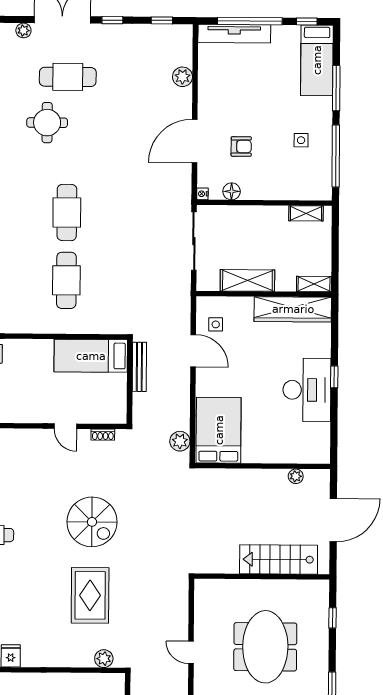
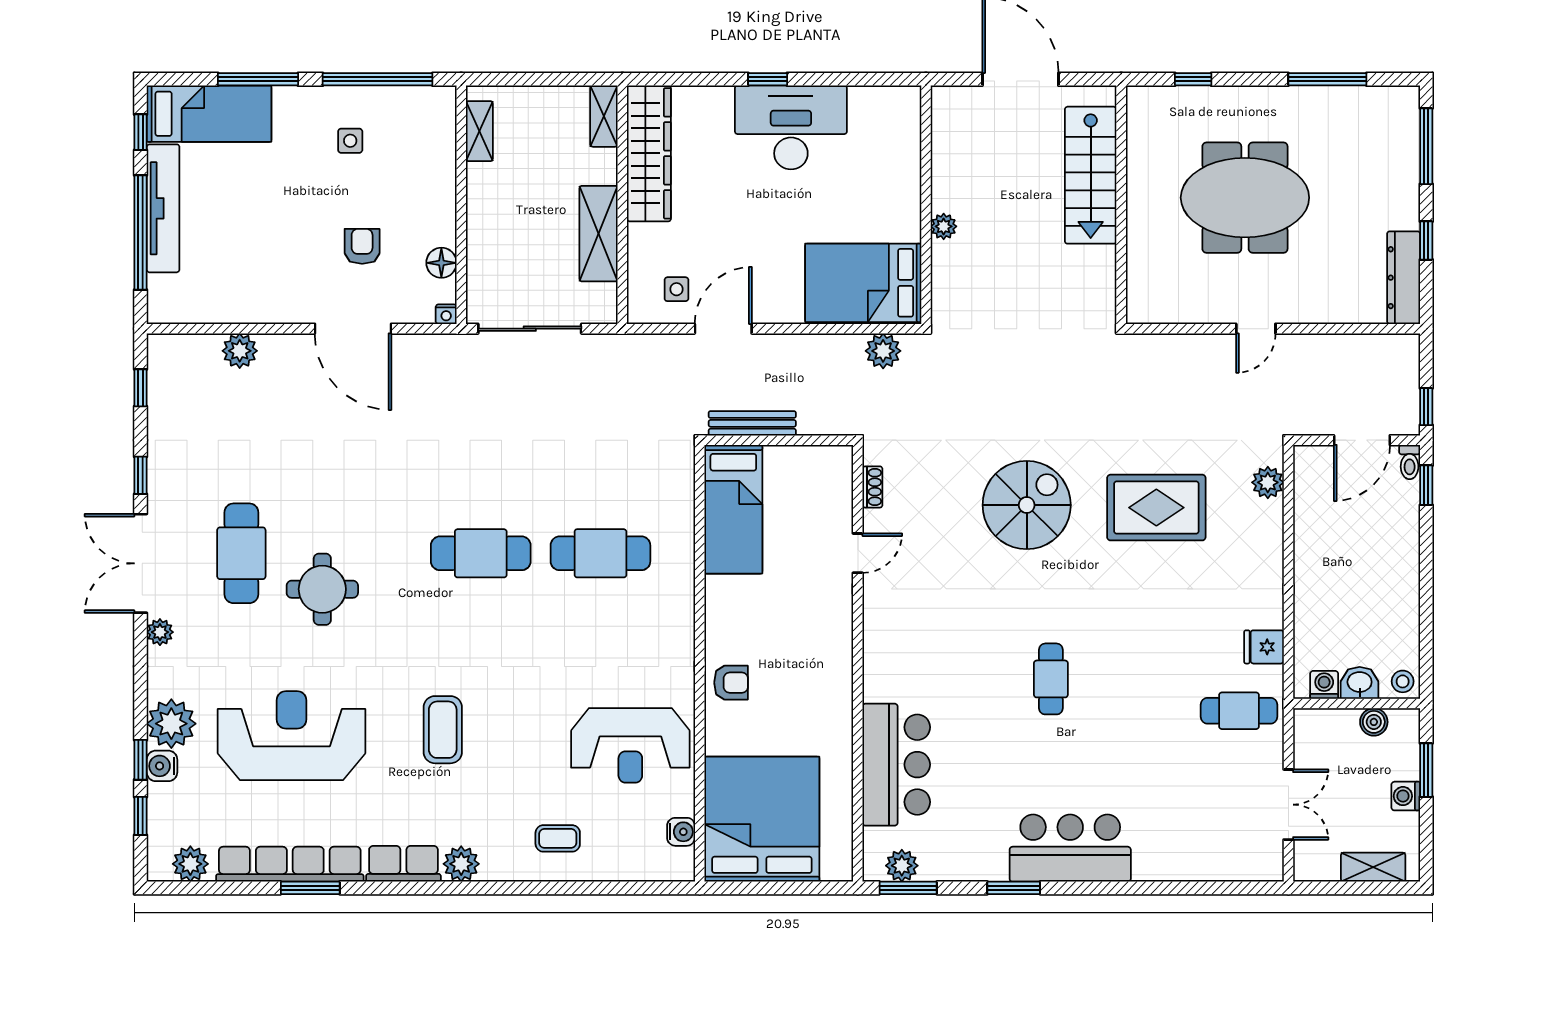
tv unit: (234, 34) -> (163, 208), moved
plant: (296, 476) -> (944, 226), moved

